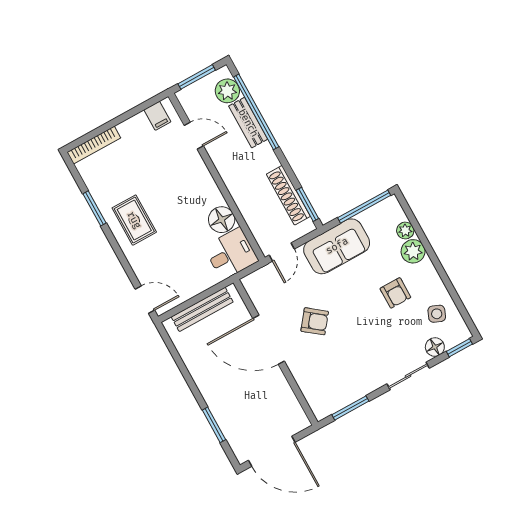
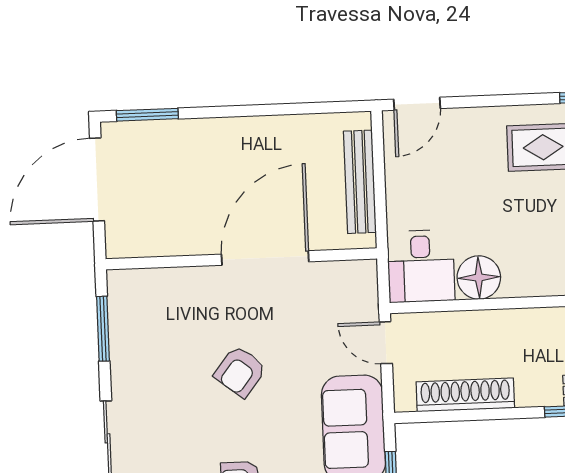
window: (307, 204) -> (438, 416), removed
armchair: (315, 321) -> (240, 371), moved
window: (214, 425) -> (147, 115), moved

